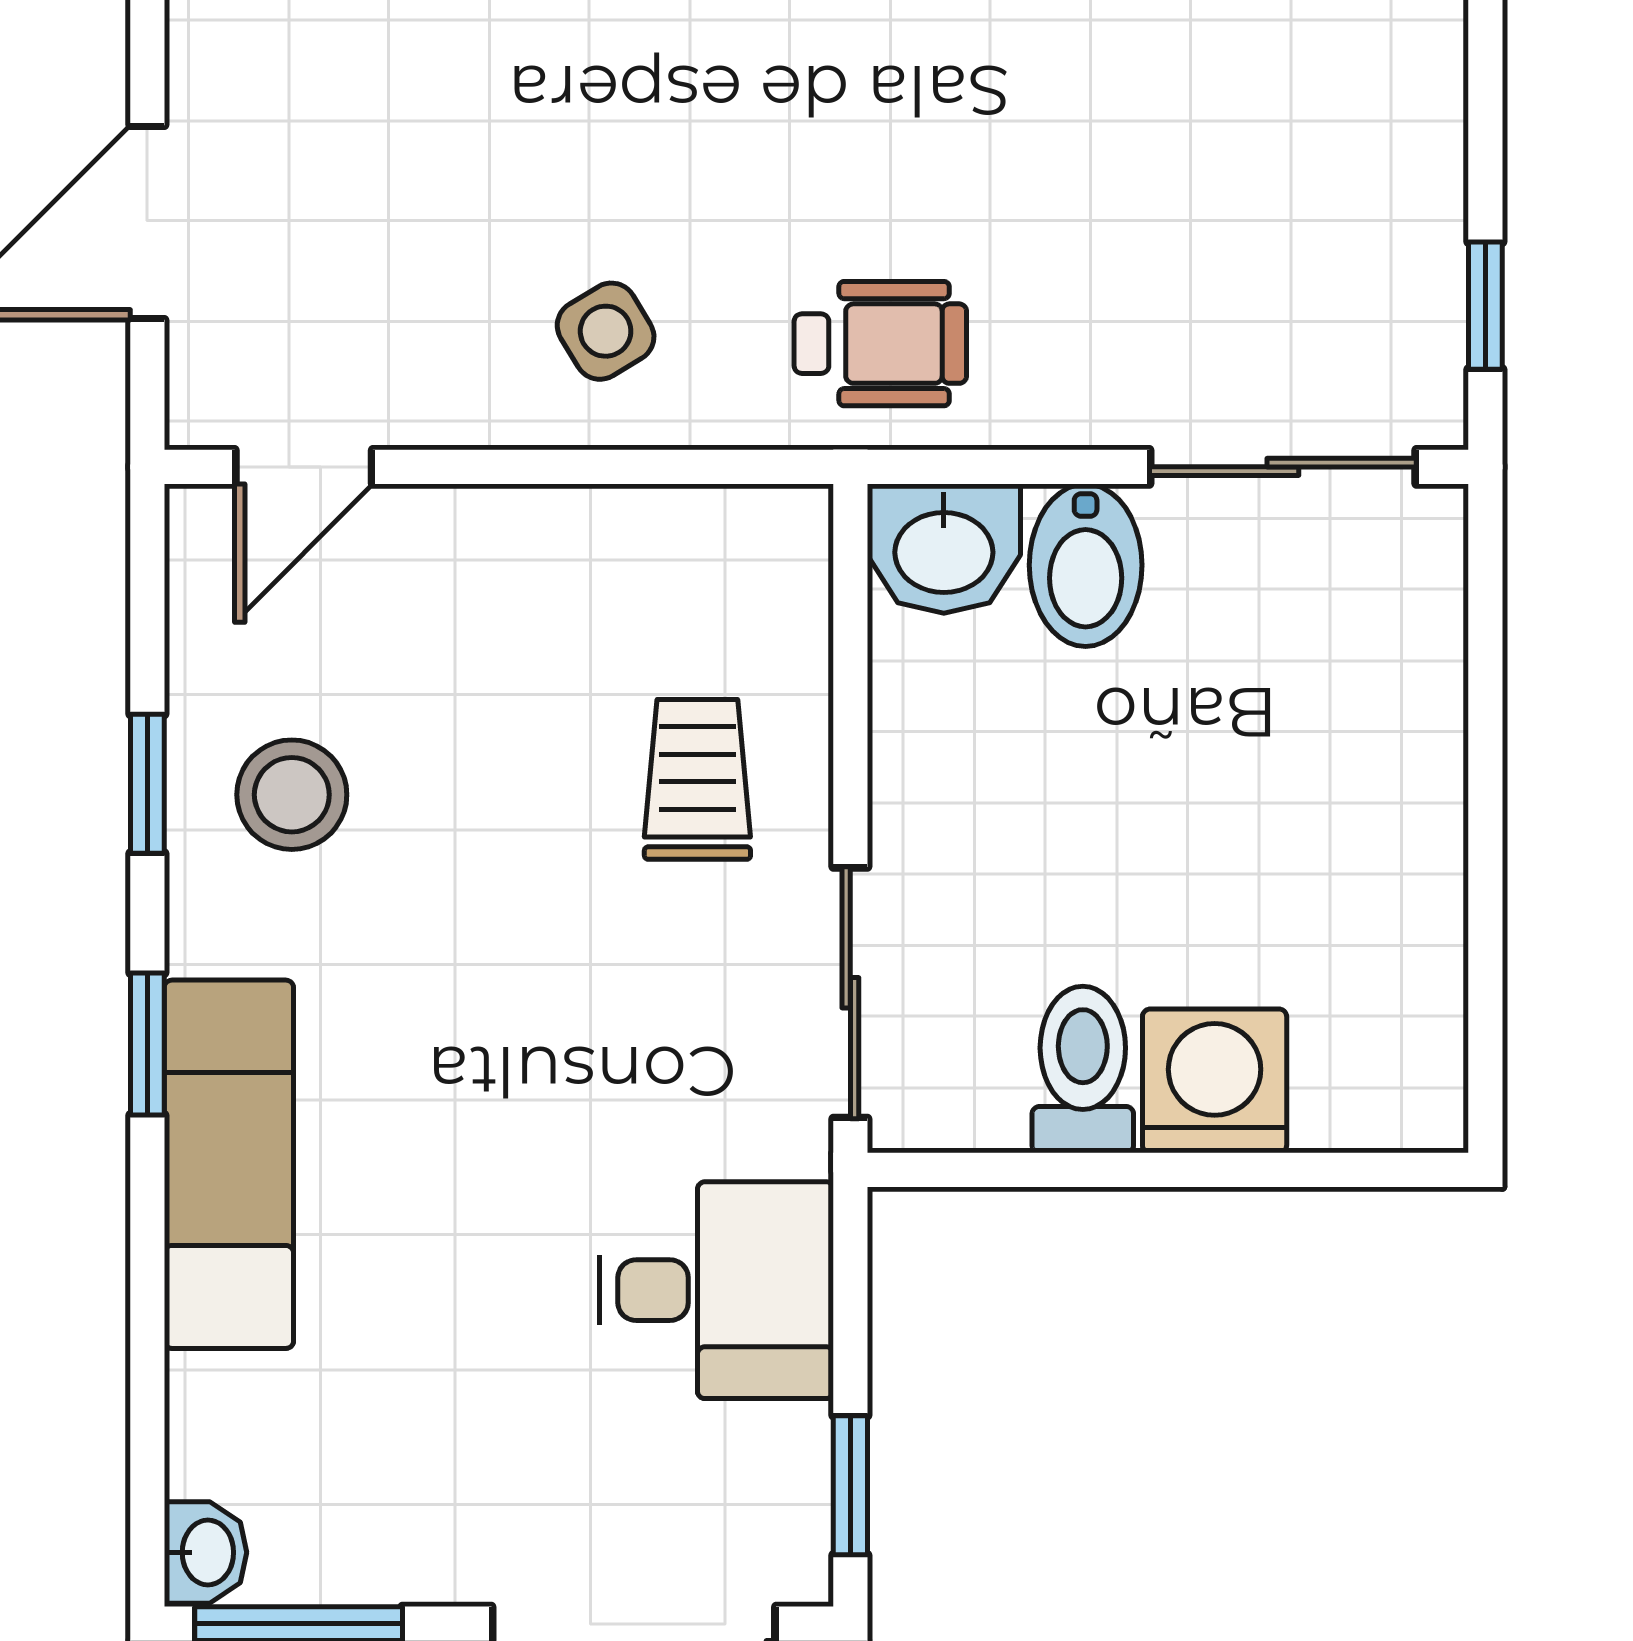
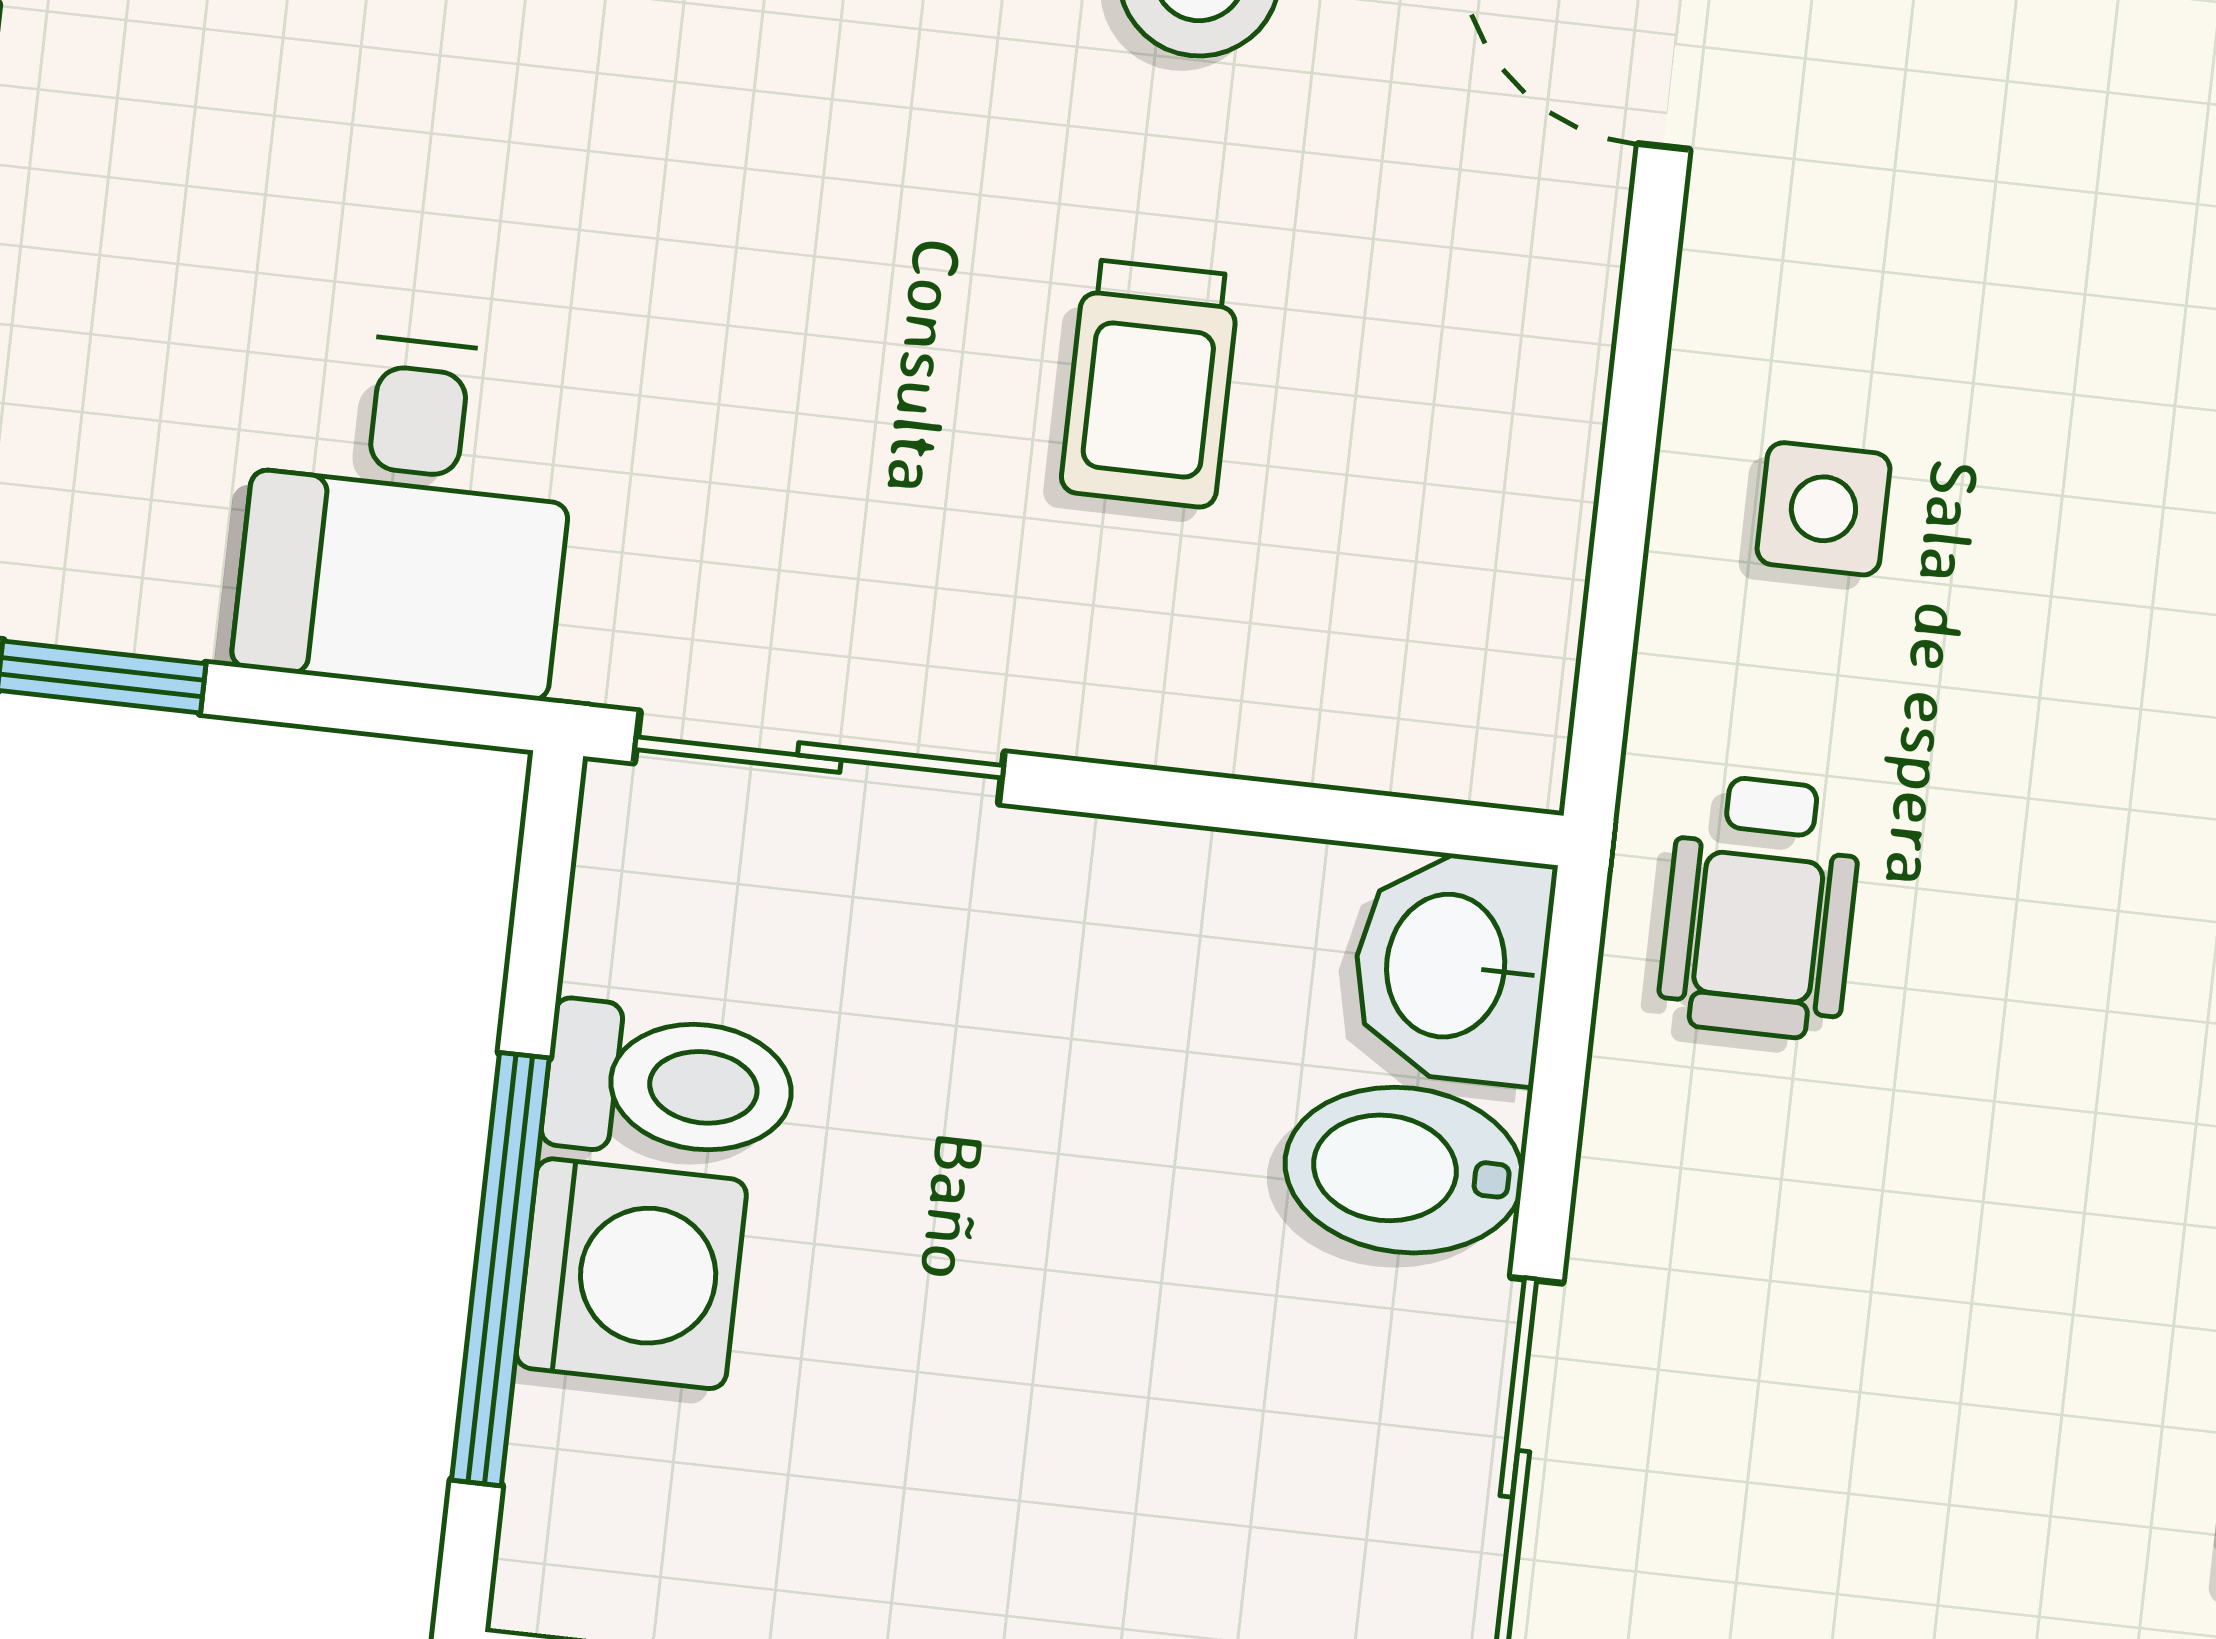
side table: (606, 331) -> (1823, 509), turned 31
trolley: (697, 779) -> (1150, 384), moved, turned 90
window: (1221, 1170) -> (500, 1269), added

